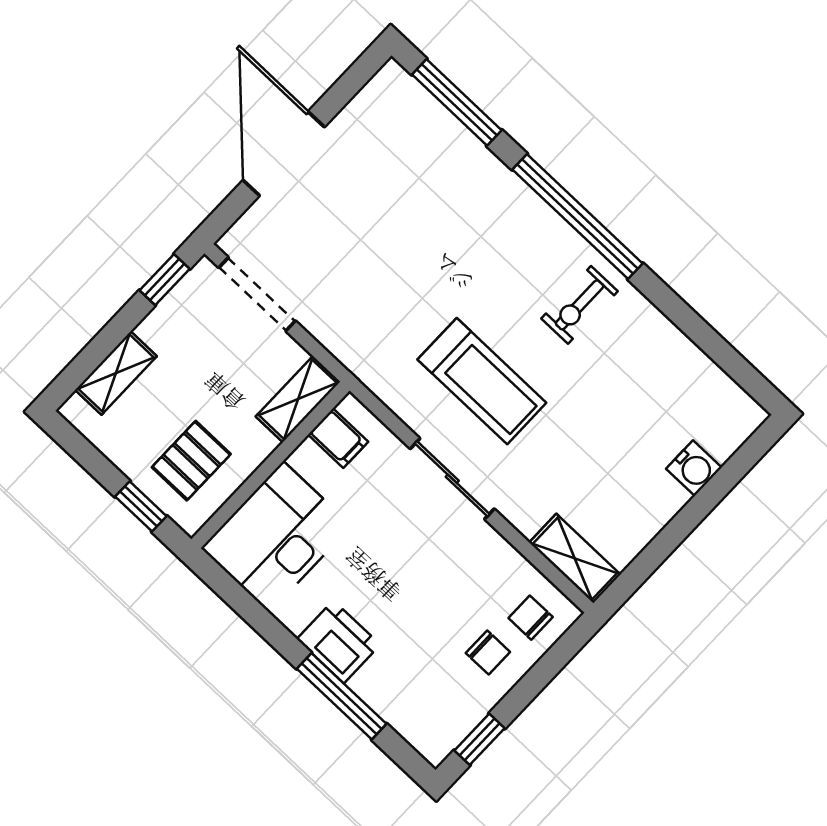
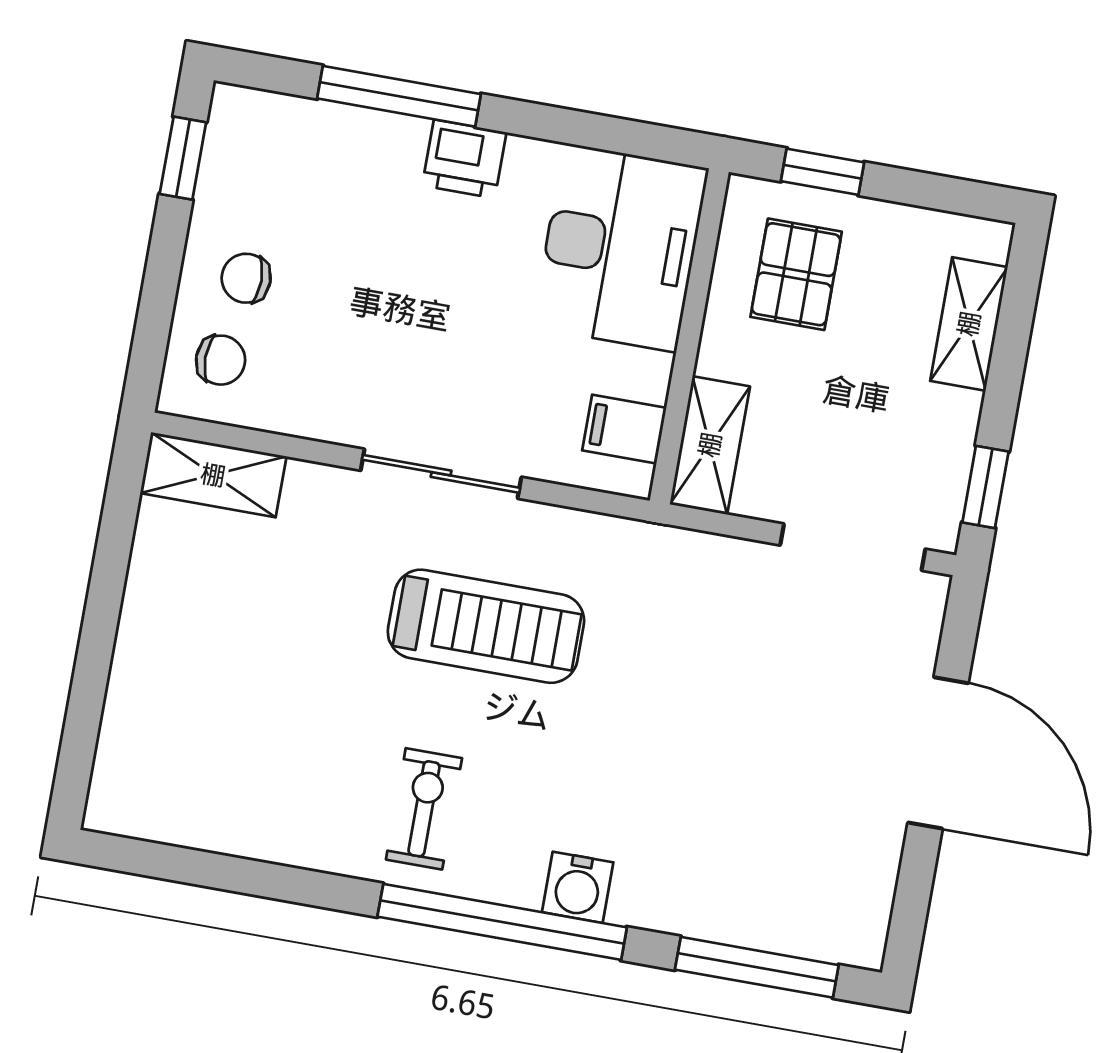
treadmill: (482, 381) -> (486, 626), turned 180
water cooler: (694, 468) -> (578, 887), moved, turned -90
printer: (339, 642) -> (464, 159), width x0.73, depth x0.81

